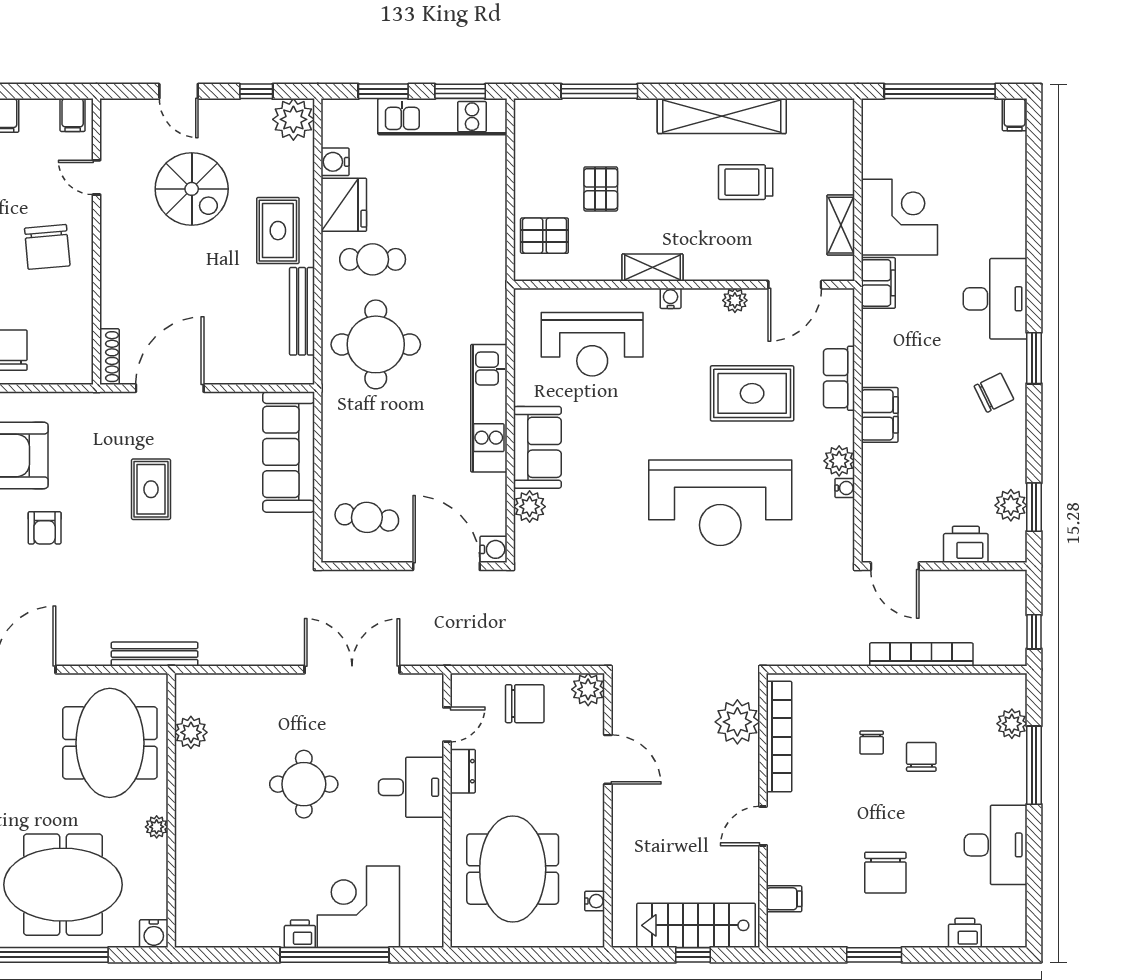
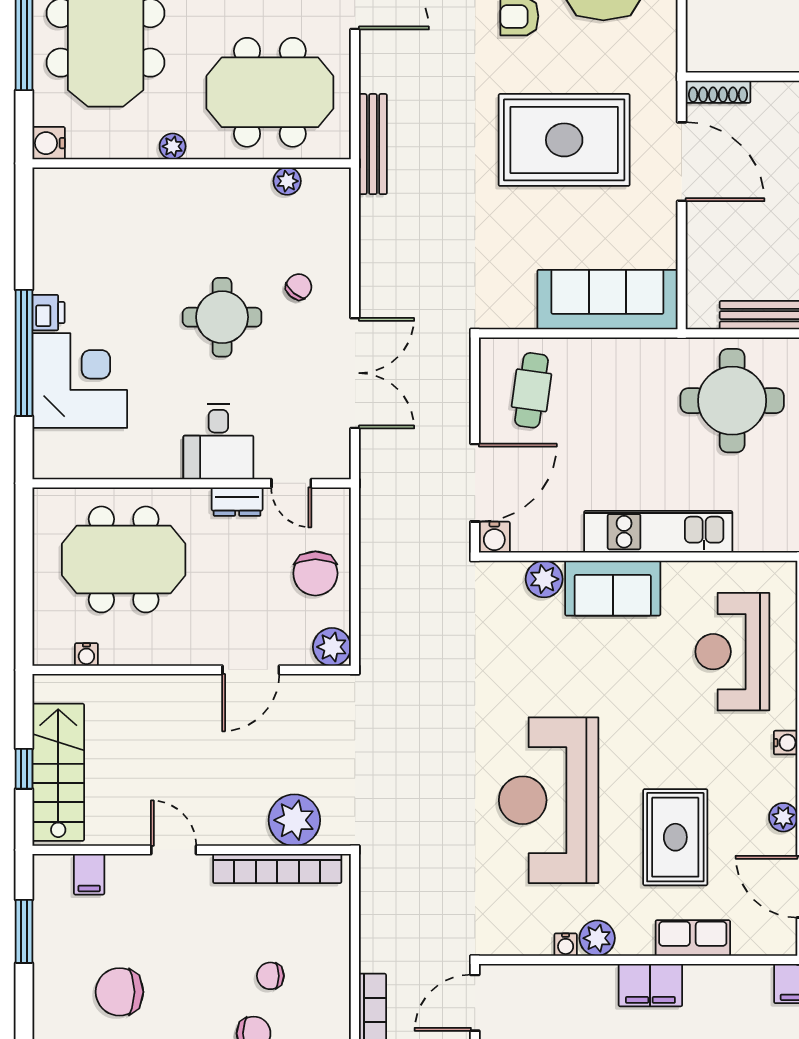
rug: (151, 489) -> (564, 140), width x1.86, depth x2.06
chair: (278, 718) -> (299, 287), added
plant: (191, 732) -> (287, 181), width x0.73, depth x0.73
window: (874, 955) -> (24, 931), moved

